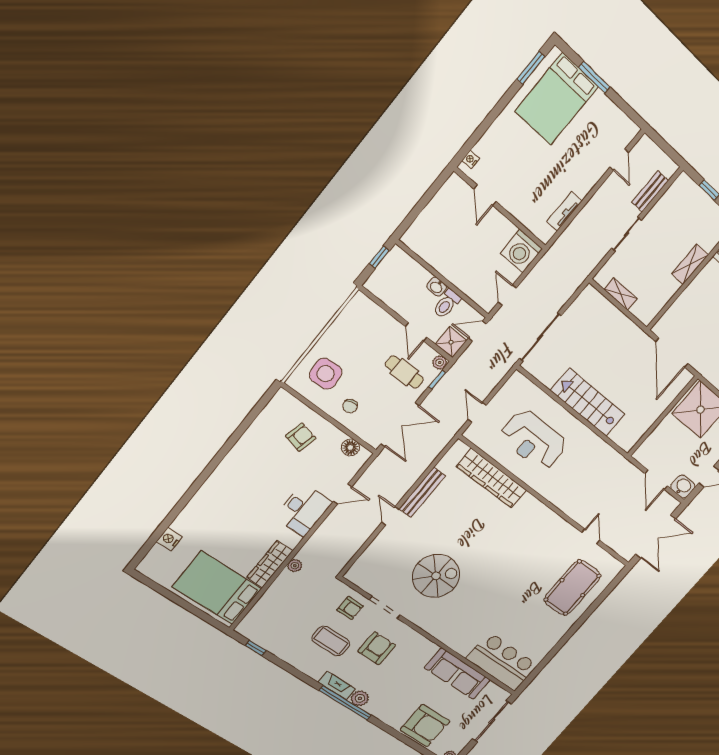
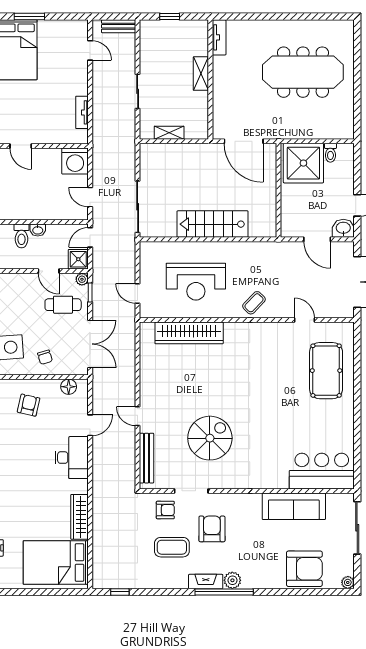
bench: (650, 191) -> (119, 26), moved, turned 90
toilet: (447, 304) -> (22, 236), moved
bench: (422, 492) -> (147, 458), moved
coffee table: (564, 493) -> (254, 303), added
plant: (295, 566) -> (98, 505), removed

